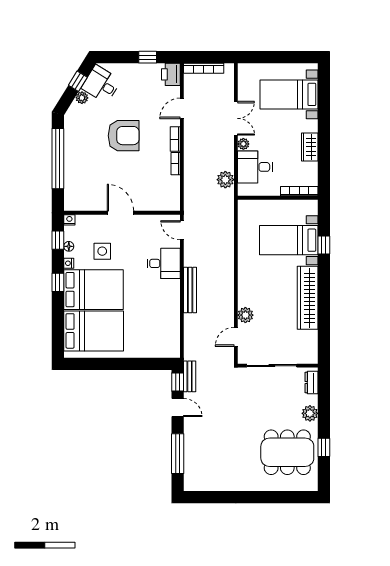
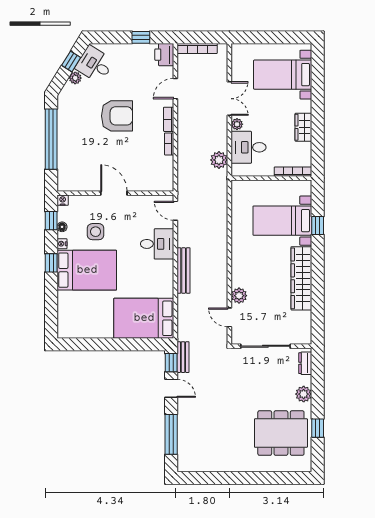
bed: (94, 331) -> (144, 318), moved, turned 180
door: (236, 337) -> (229, 317), hinge flipped

